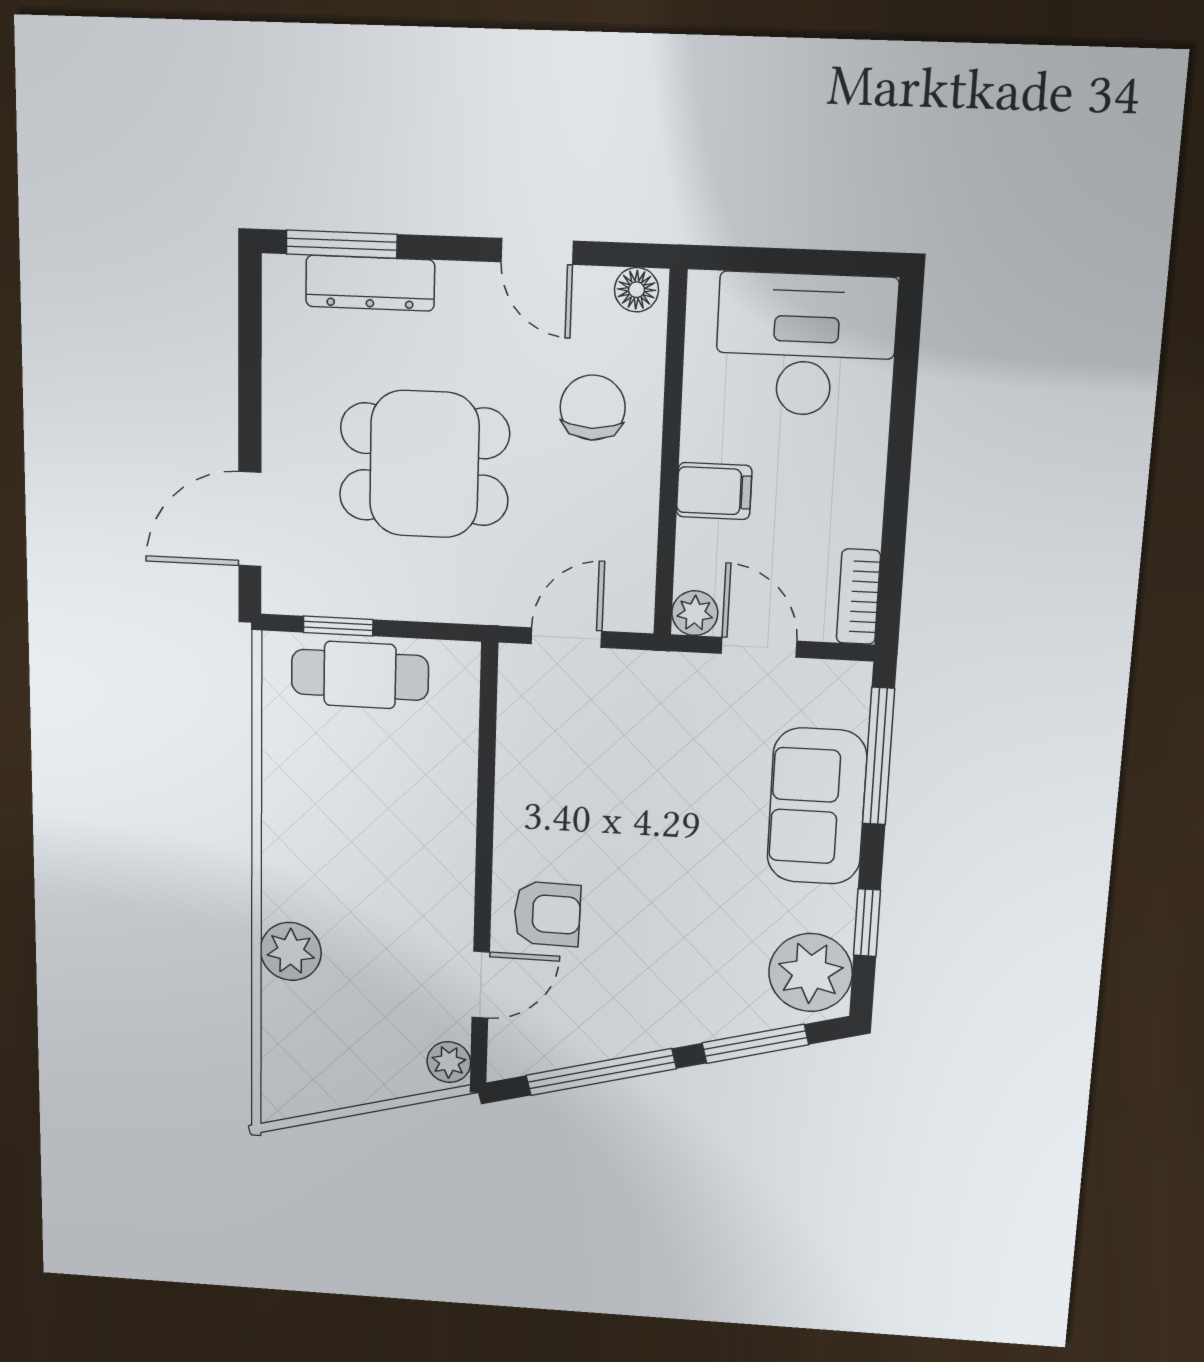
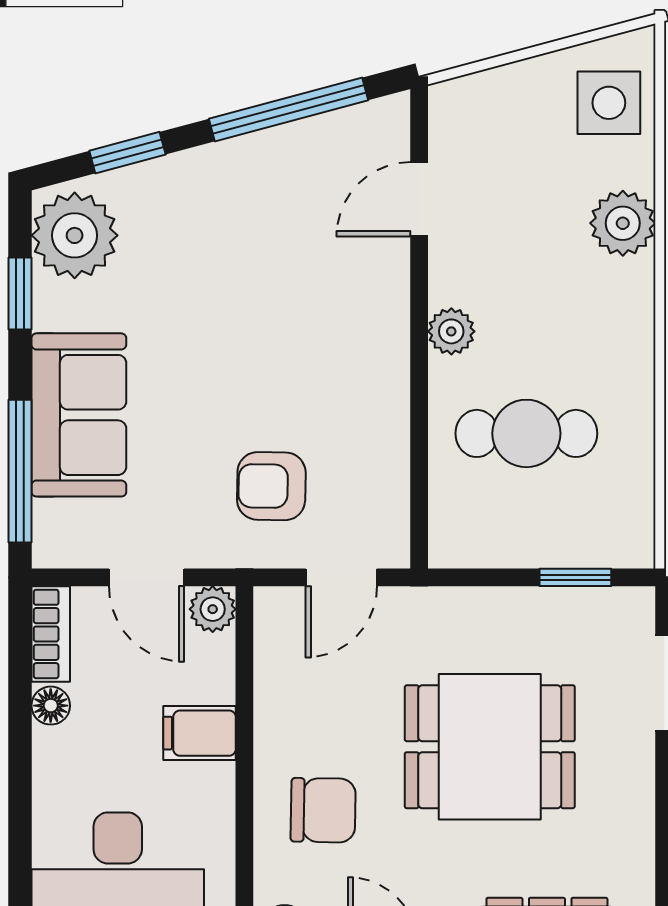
chair: (593, 408) -> (323, 810), turned -89
floor lamp: (863, 525) -> (51, 706), added
cafe table: (360, 675) -> (526, 433), moved
armchair: (547, 914) -> (271, 486), moved
window: (755, 1044) -> (127, 153), width x0.67
side table: (303, 1058) -> (609, 103), added
plant: (449, 1062) -> (451, 331), moved

